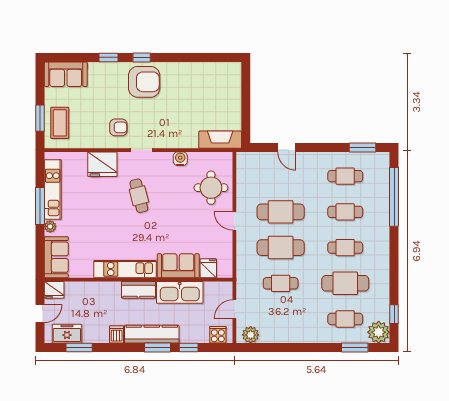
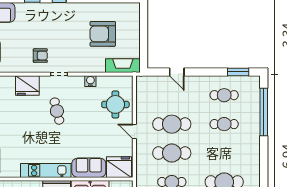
armchair: (144, 82) -> (103, 34), moved, turned 180
cafe table: (345, 248) -> (224, 153), removed
fridge: (208, 268) -> (119, 167), width x1.88, depth x1.34

